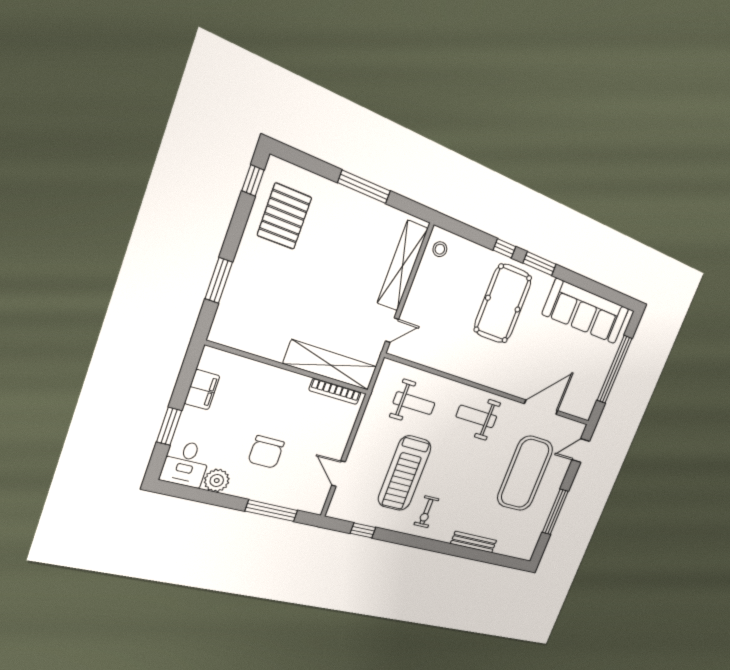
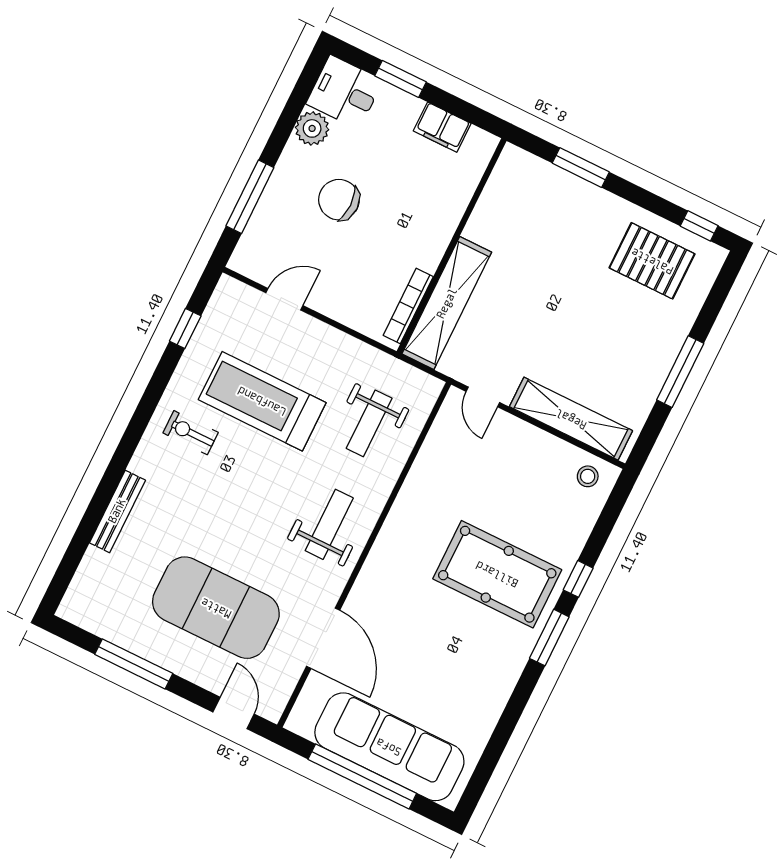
sofa: (586, 312) -> (389, 747), moved, turned 90

